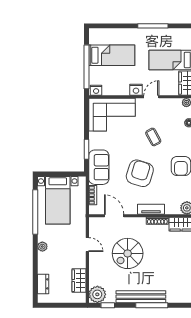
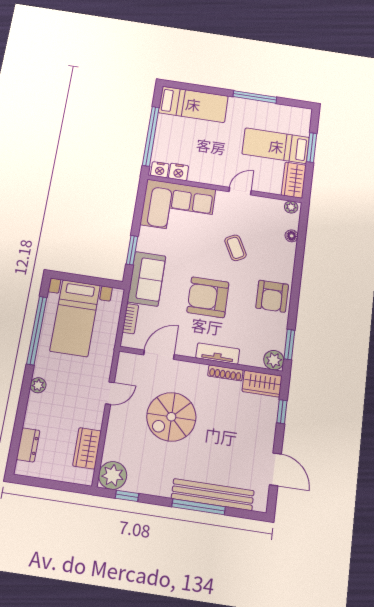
bed: (112, 55) -> (193, 104), moved
nightstand: (136, 90) -> (179, 172), moved
armchair: (140, 173) -> (208, 297), turned -107
door: (114, 216) -> (159, 355), hinge flipped
door: (87, 245) -> (110, 393), hinge flipped
bench: (141, 297) -> (213, 495), moved

